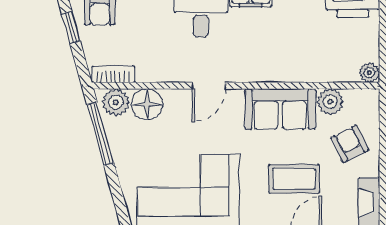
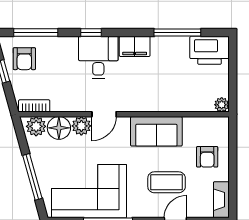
plant: (330, 102) -> (81, 126), moved
window: (100, 134) -> (32, 177), moved
armchair: (350, 144) -> (207, 157), turned -153

